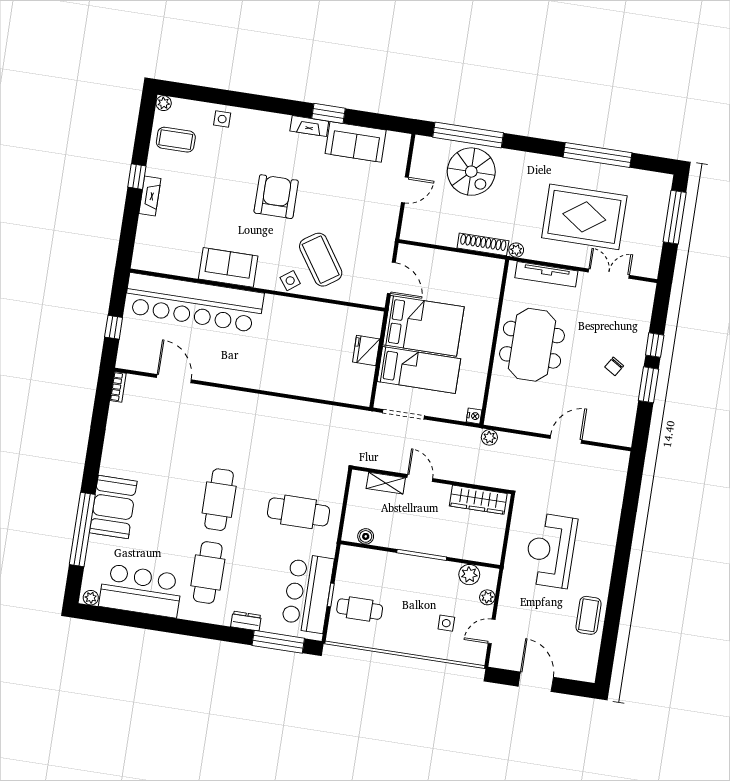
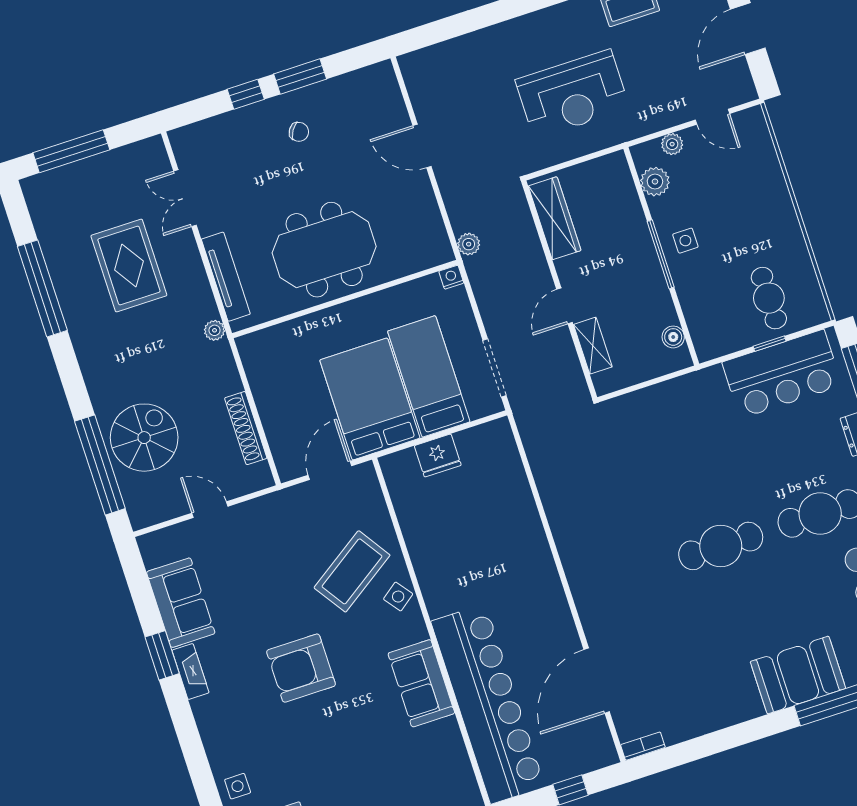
rug: (584, 217) -> (129, 266), width x0.73, depth x0.69
shoe rack: (483, 244) -> (246, 428), moved
door: (174, 379) -> (597, 681), width x1.36
cafe table: (299, 512) -> (685, 438), removed
side table: (446, 623) -> (685, 241), moved

